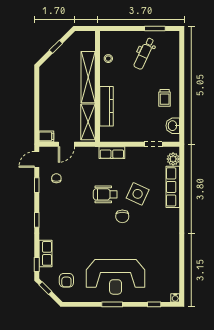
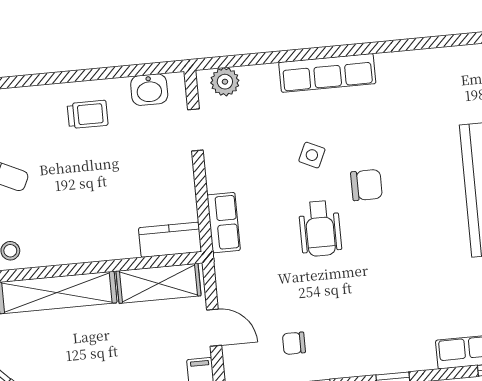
kitchen counter: (107, 106) -> (170, 240), moved, width x0.67
row of seats: (173, 187) -> (327, 73), moved
side table: (138, 194) -> (312, 155), width x0.54, depth x0.54

